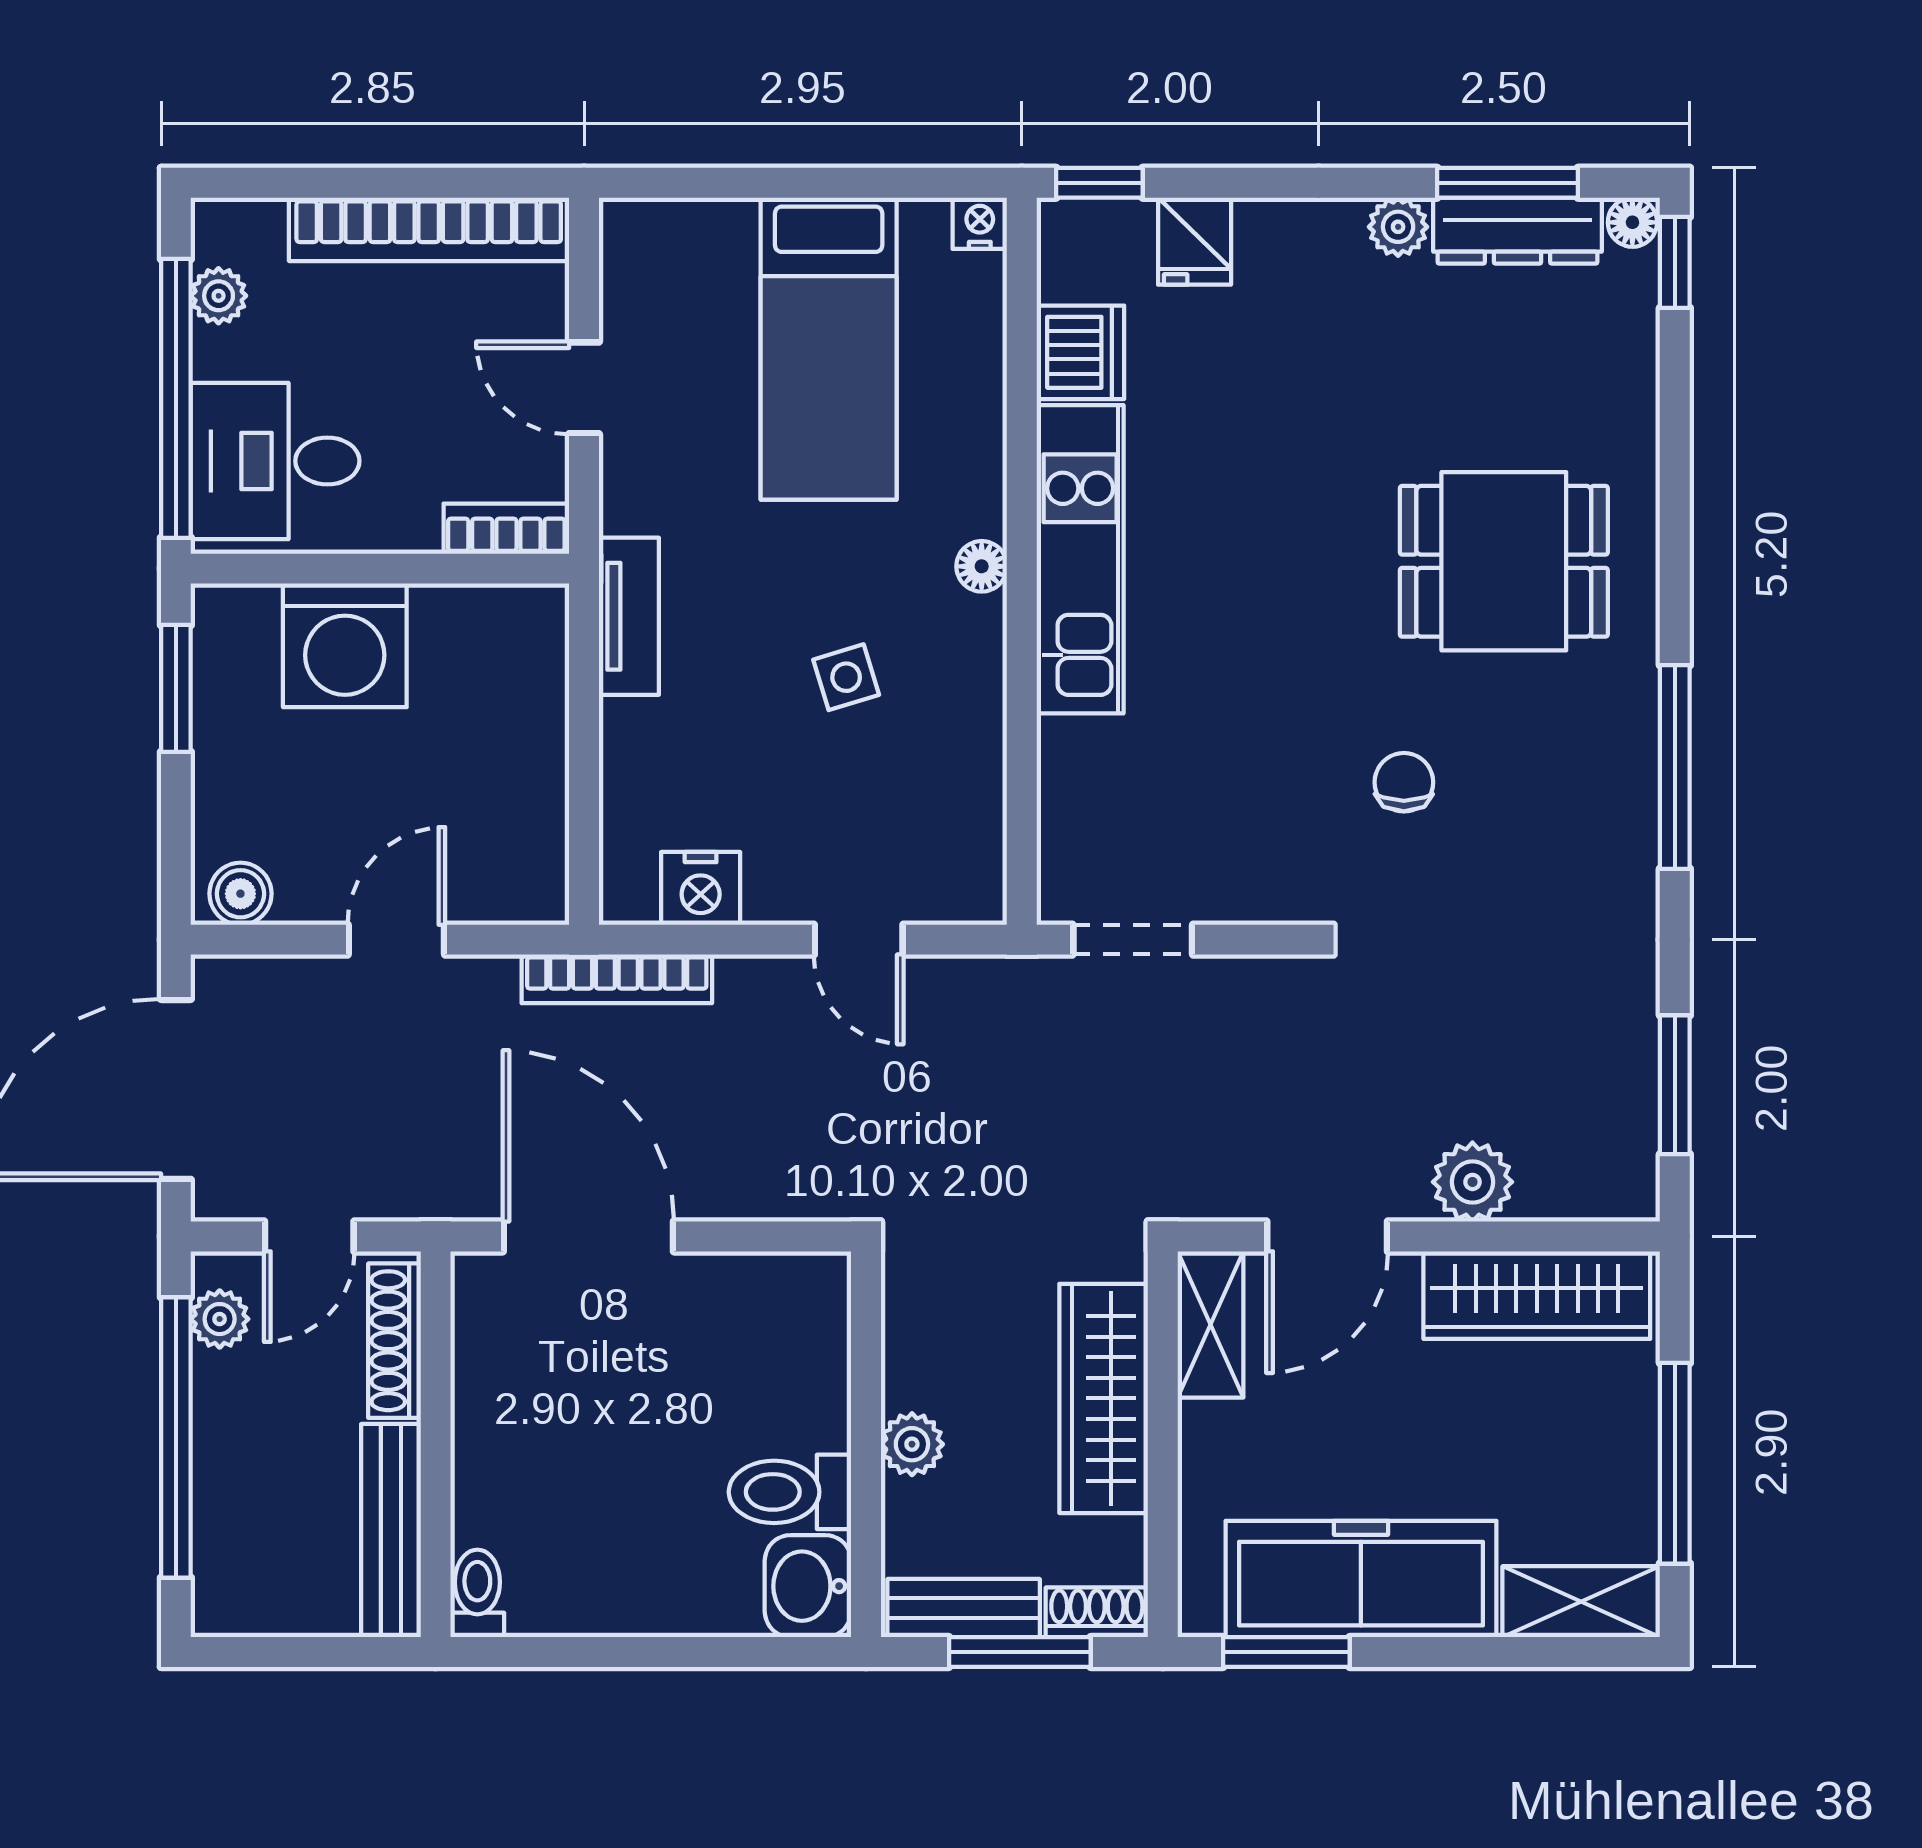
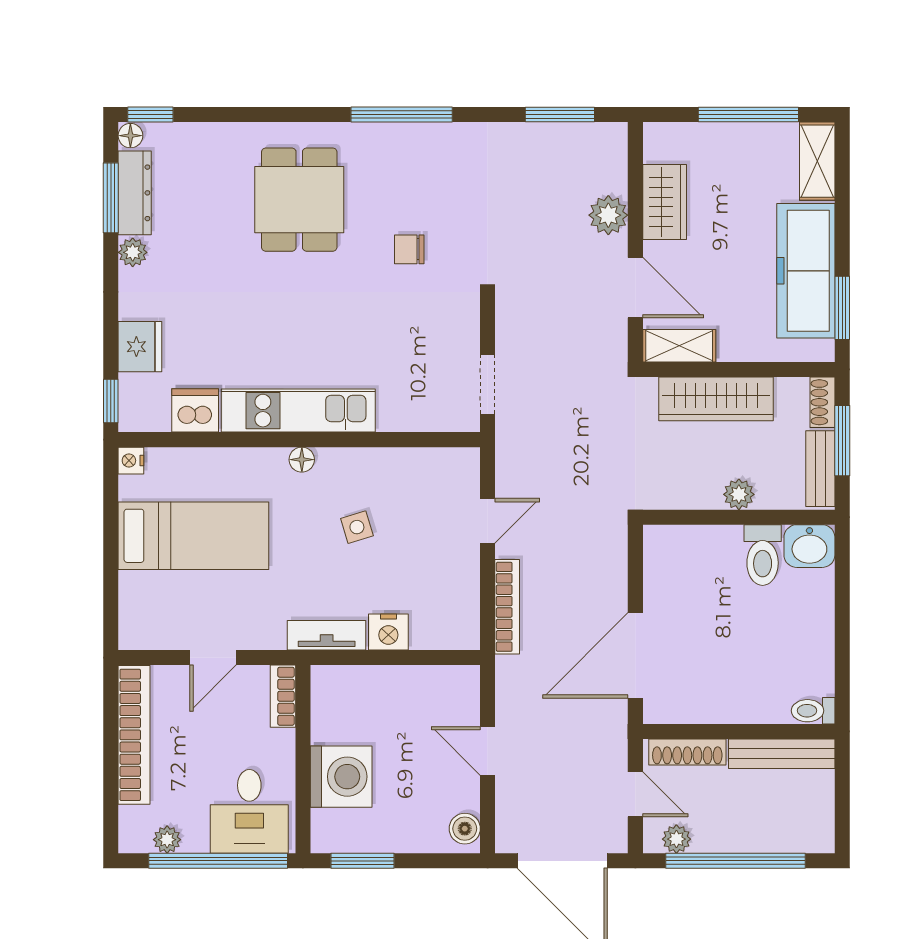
fridge: (1195, 241) -> (140, 347), width x1.38
nightstand: (701, 888) -> (388, 632), moved, turned 90
bookcase: (617, 979) -> (507, 607), moved
wardrobe: (1537, 1295) -> (665, 202), width x0.67

